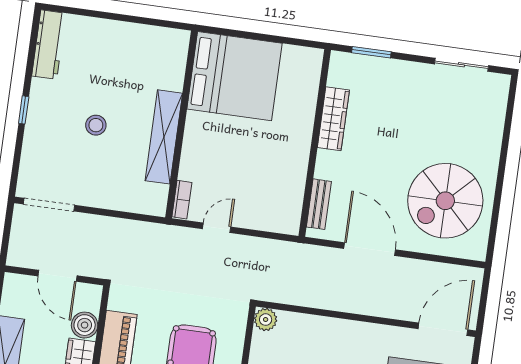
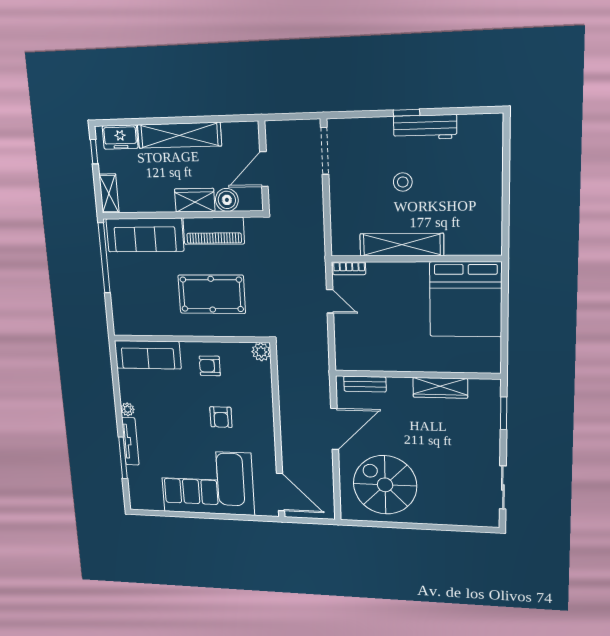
workbench: (49, 45) -> (425, 127), moved

